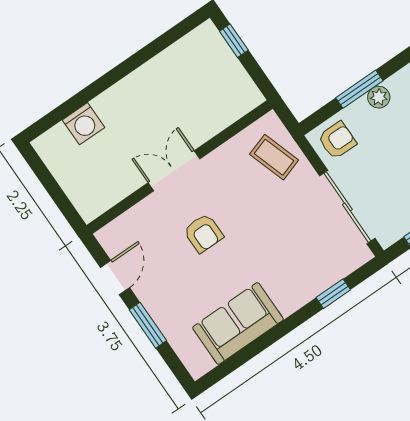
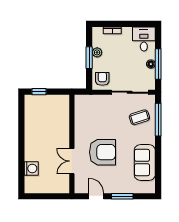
coffee table: (274, 157) -> (139, 117), moved
double door: (174, 171) -> (72, 161), moved
armchair: (203, 233) -> (102, 152), width x1.88, depth x1.88
window: (333, 294) -> (158, 120), width x2.17

